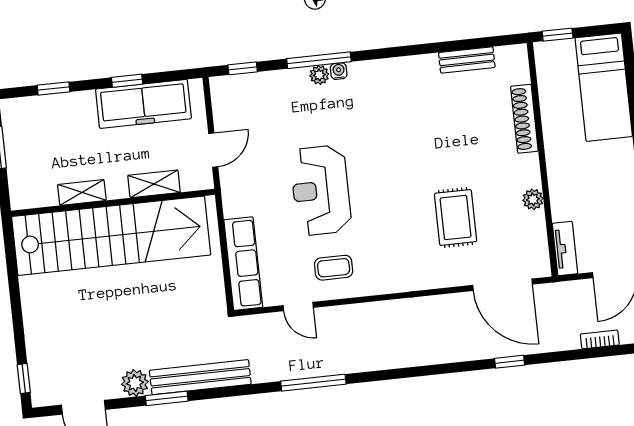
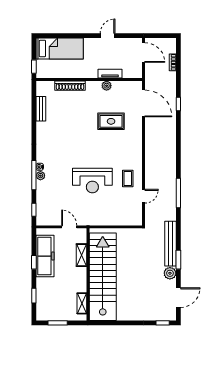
shelving: (82, 192) -> (82, 303), moved
tv unit: (565, 249) -> (110, 74), moved
row of seats: (243, 264) -> (122, 219), removed
door: (503, 285) -> (143, 103), hinge flipped

